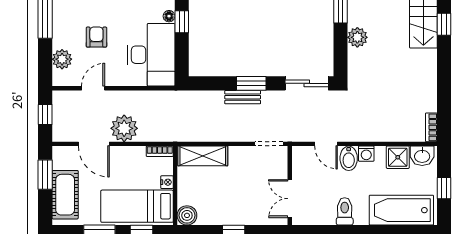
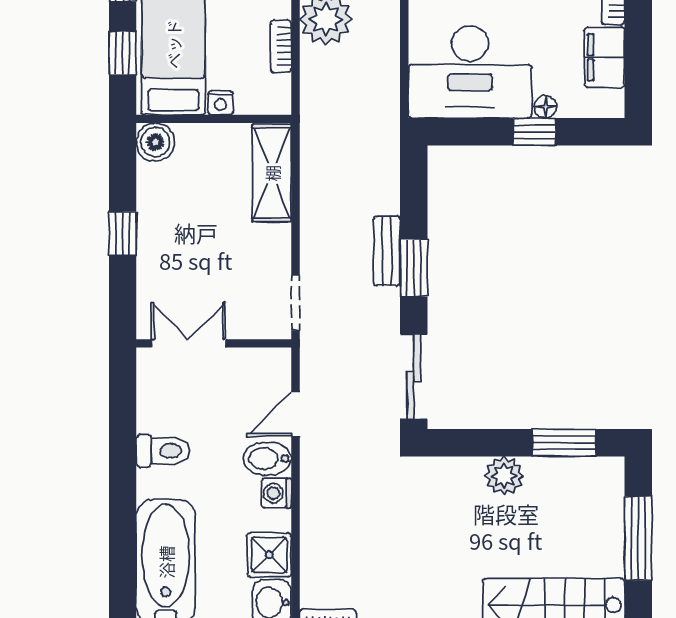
bookcase: (160, 151) -> (281, 46), moved

